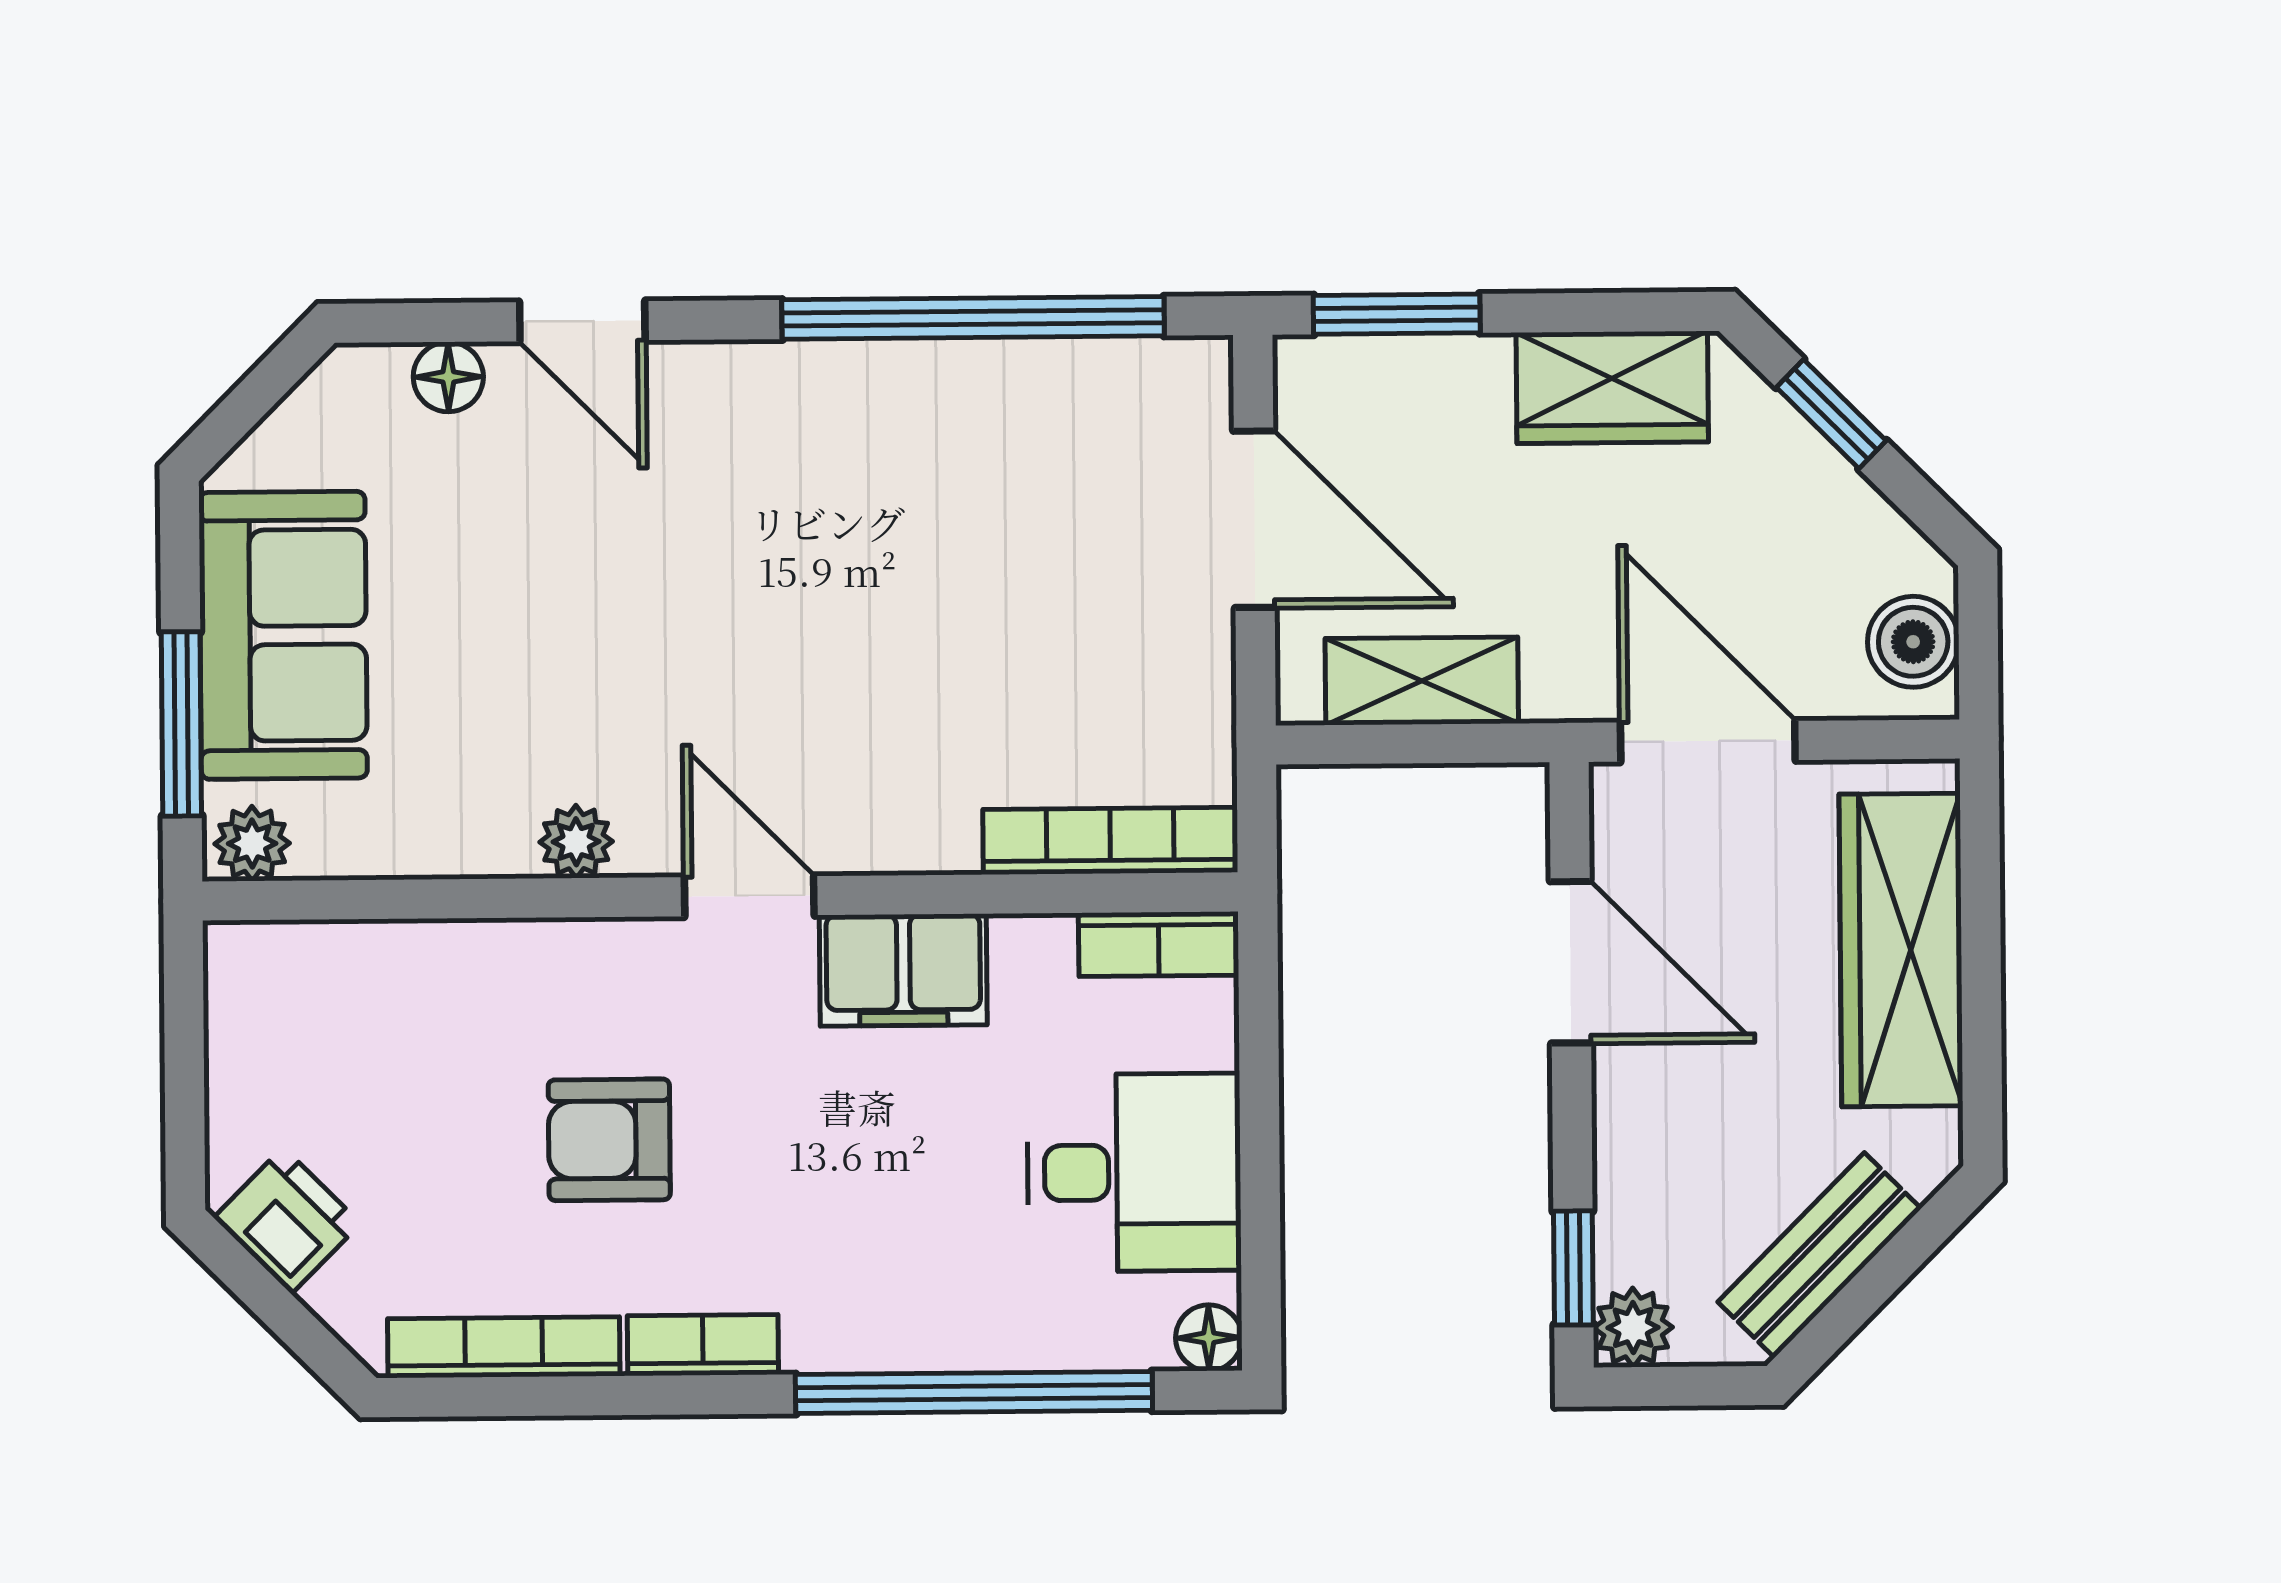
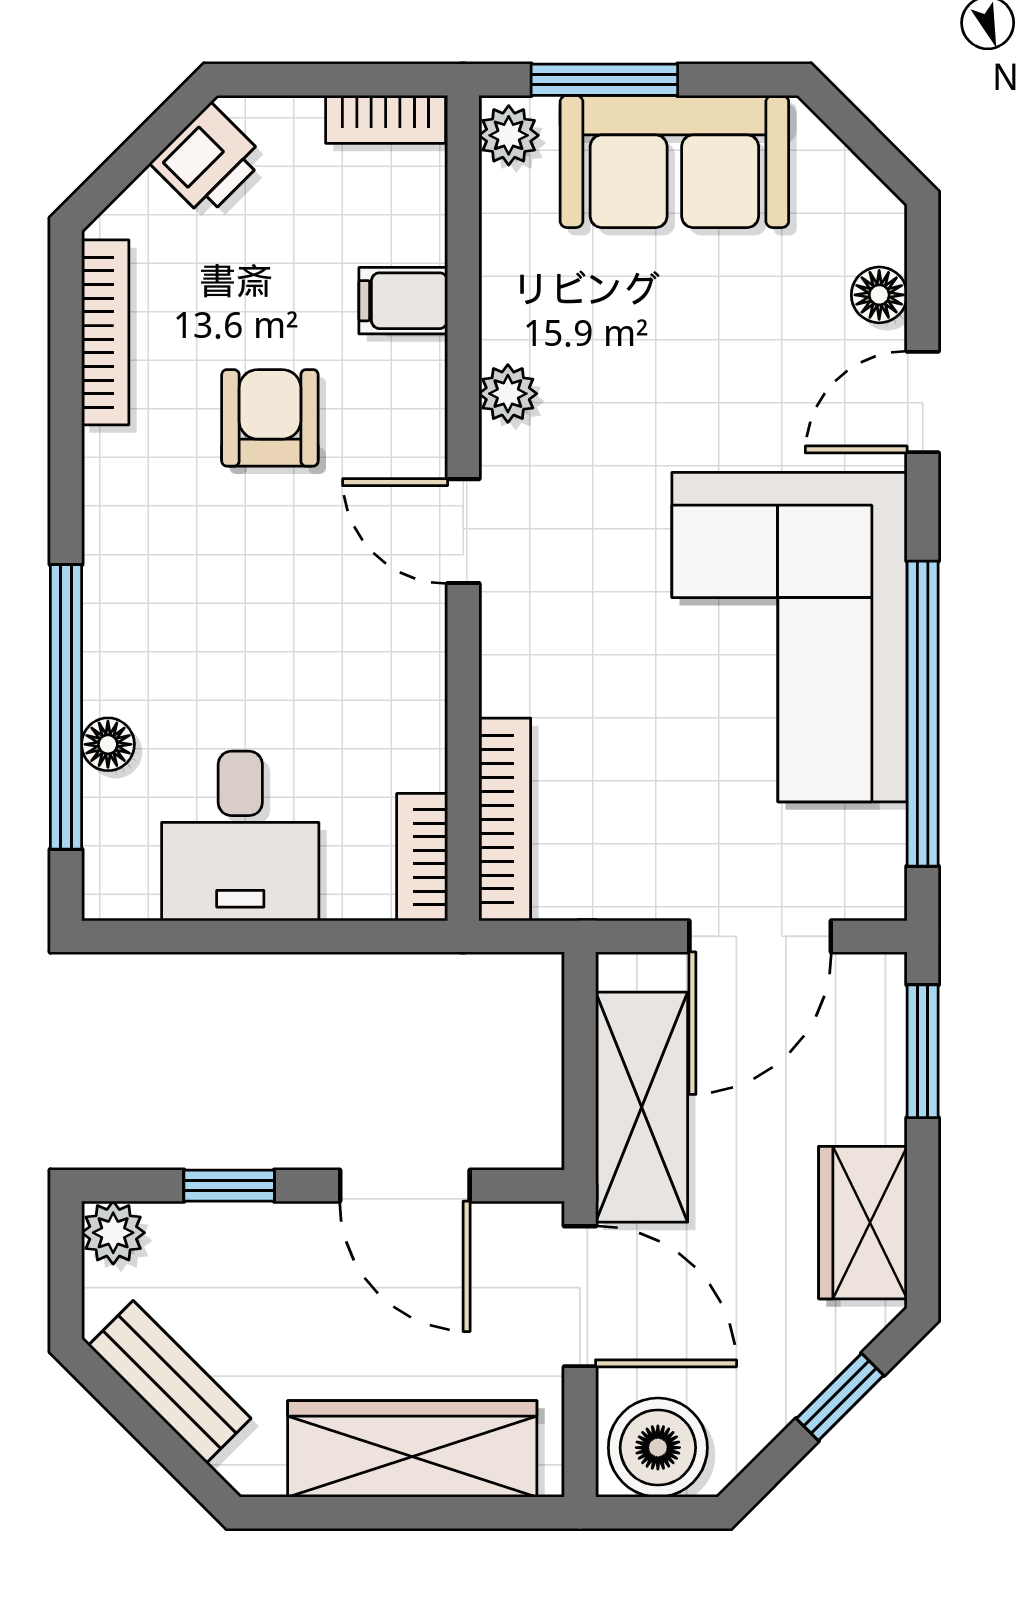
corner sofa: (878, 486) -> (790, 637), added
boiler: (1913, 642) -> (658, 1448), width x1.36, depth x1.36
shelving: (1422, 681) -> (642, 1107), width x1.50, depth x1.33
door: (1708, 741) -> (580, 1296), hinge flipped
door: (749, 896) -> (463, 531), swing flipped
door: (1571, 962) -> (405, 1186), hinge flipped
filing cabinet: (903, 970) -> (403, 301), moved, width x0.50
window: (1573, 1268) -> (229, 1186), moved
floor lamp: (1209, 1338) -> (108, 744), moved
bookcase: (703, 1345) -> (386, 119), moved, turned 90

